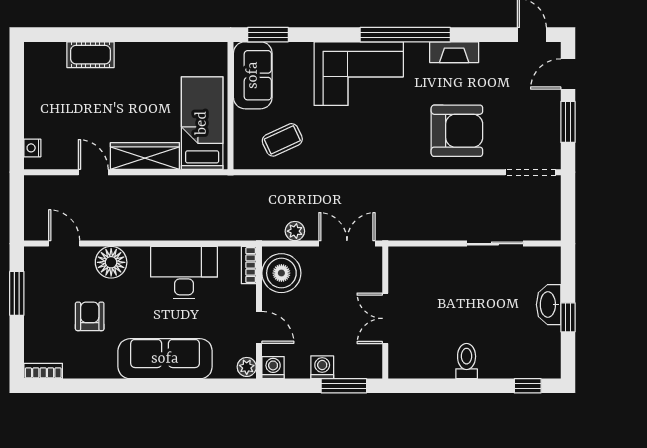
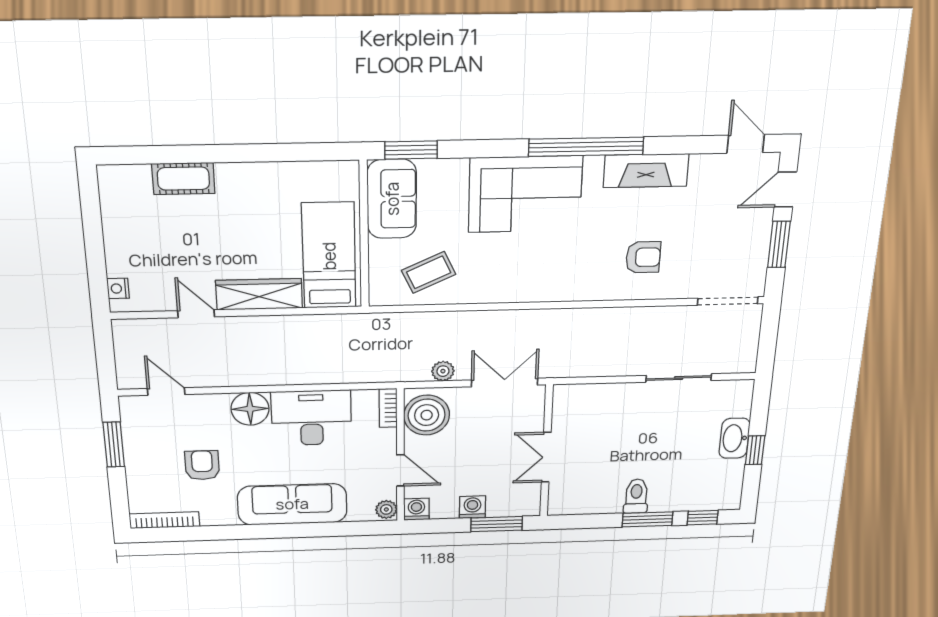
fireplace: (454, 52) -> (646, 171), width x1.37, depth x1.32
armchair: (457, 131) -> (643, 257), width x0.53, depth x0.53
floor lamp: (111, 262) -> (250, 409), moved
bookcase: (43, 371) -> (164, 520), width x1.56
window: (478, 386) -> (647, 519), added

